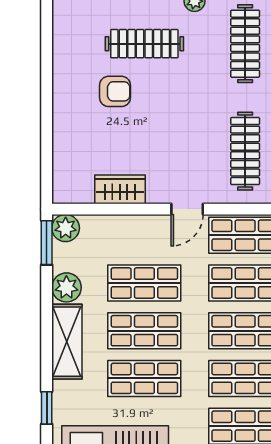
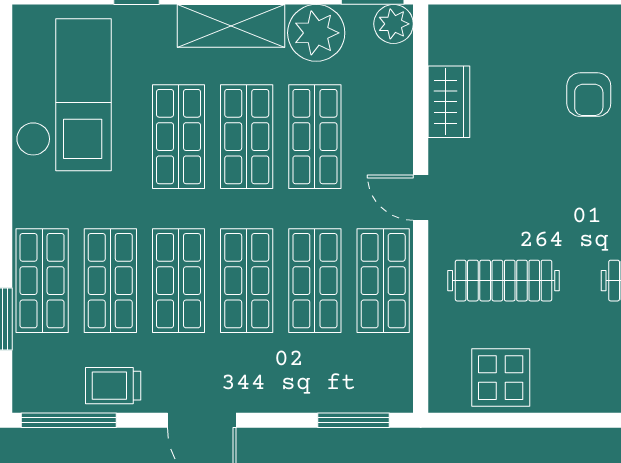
plant: (66, 287) -> (316, 33), width x1.36, depth x1.36

